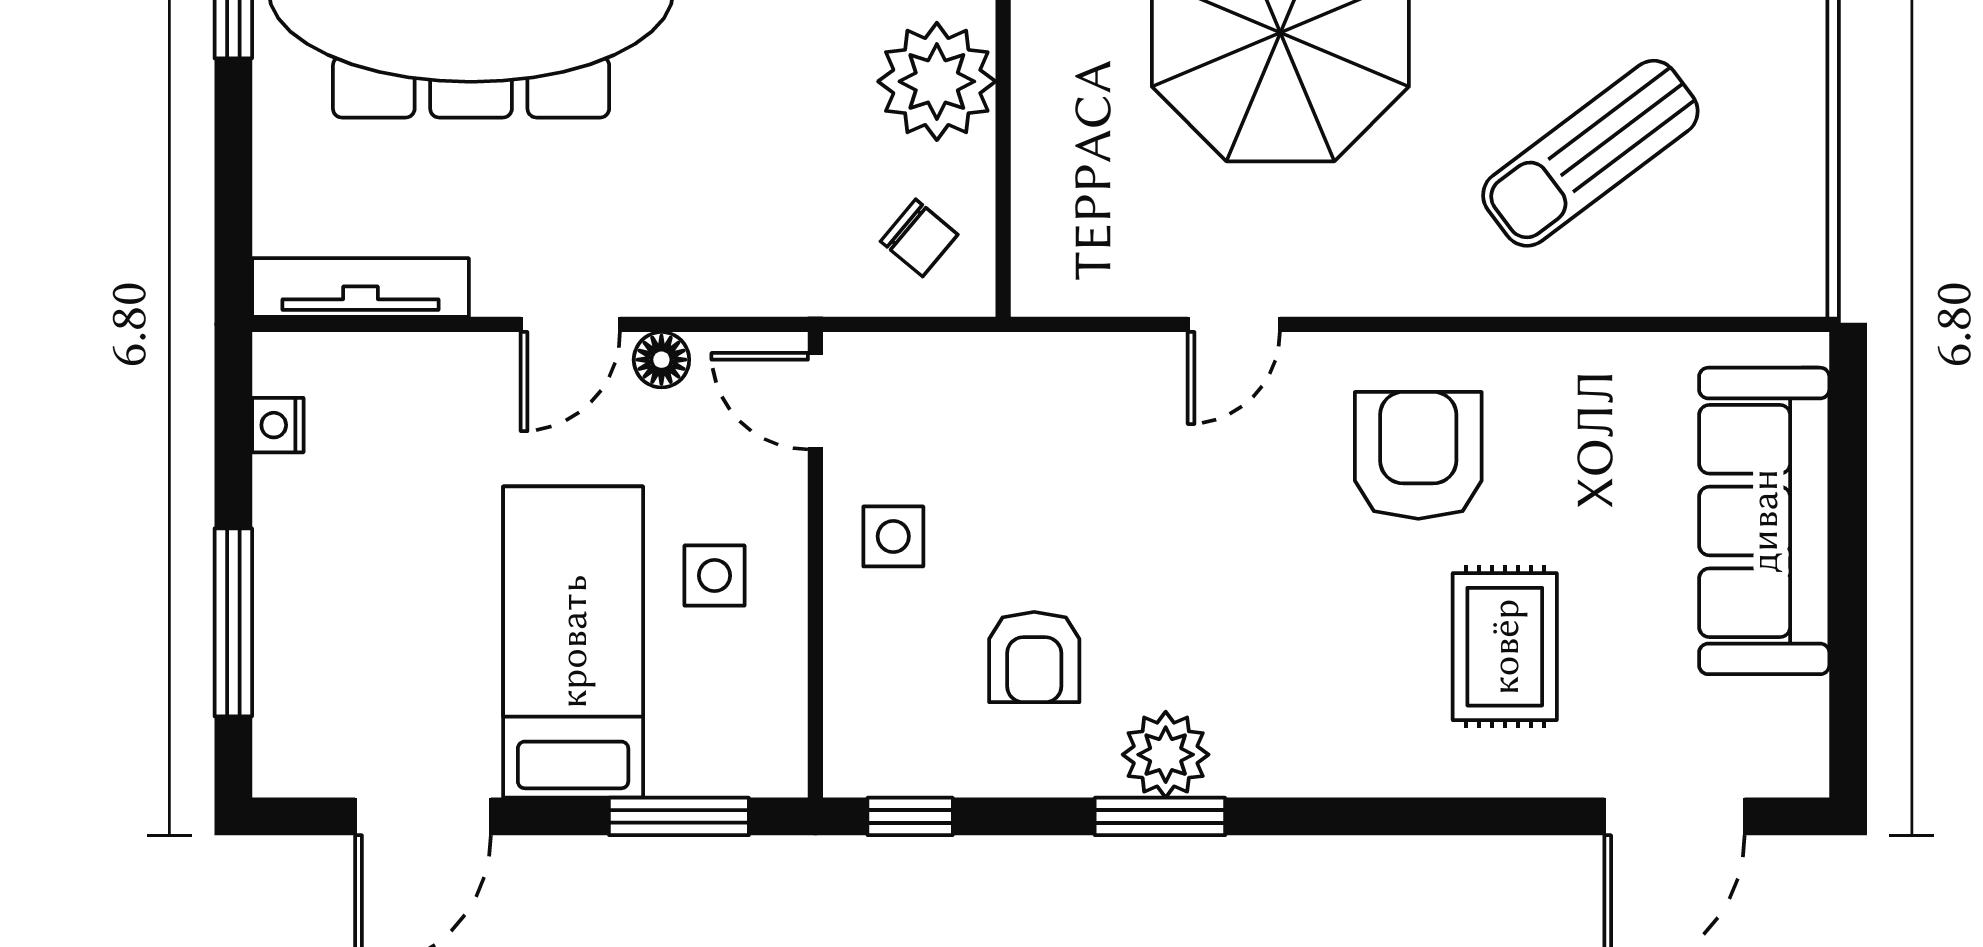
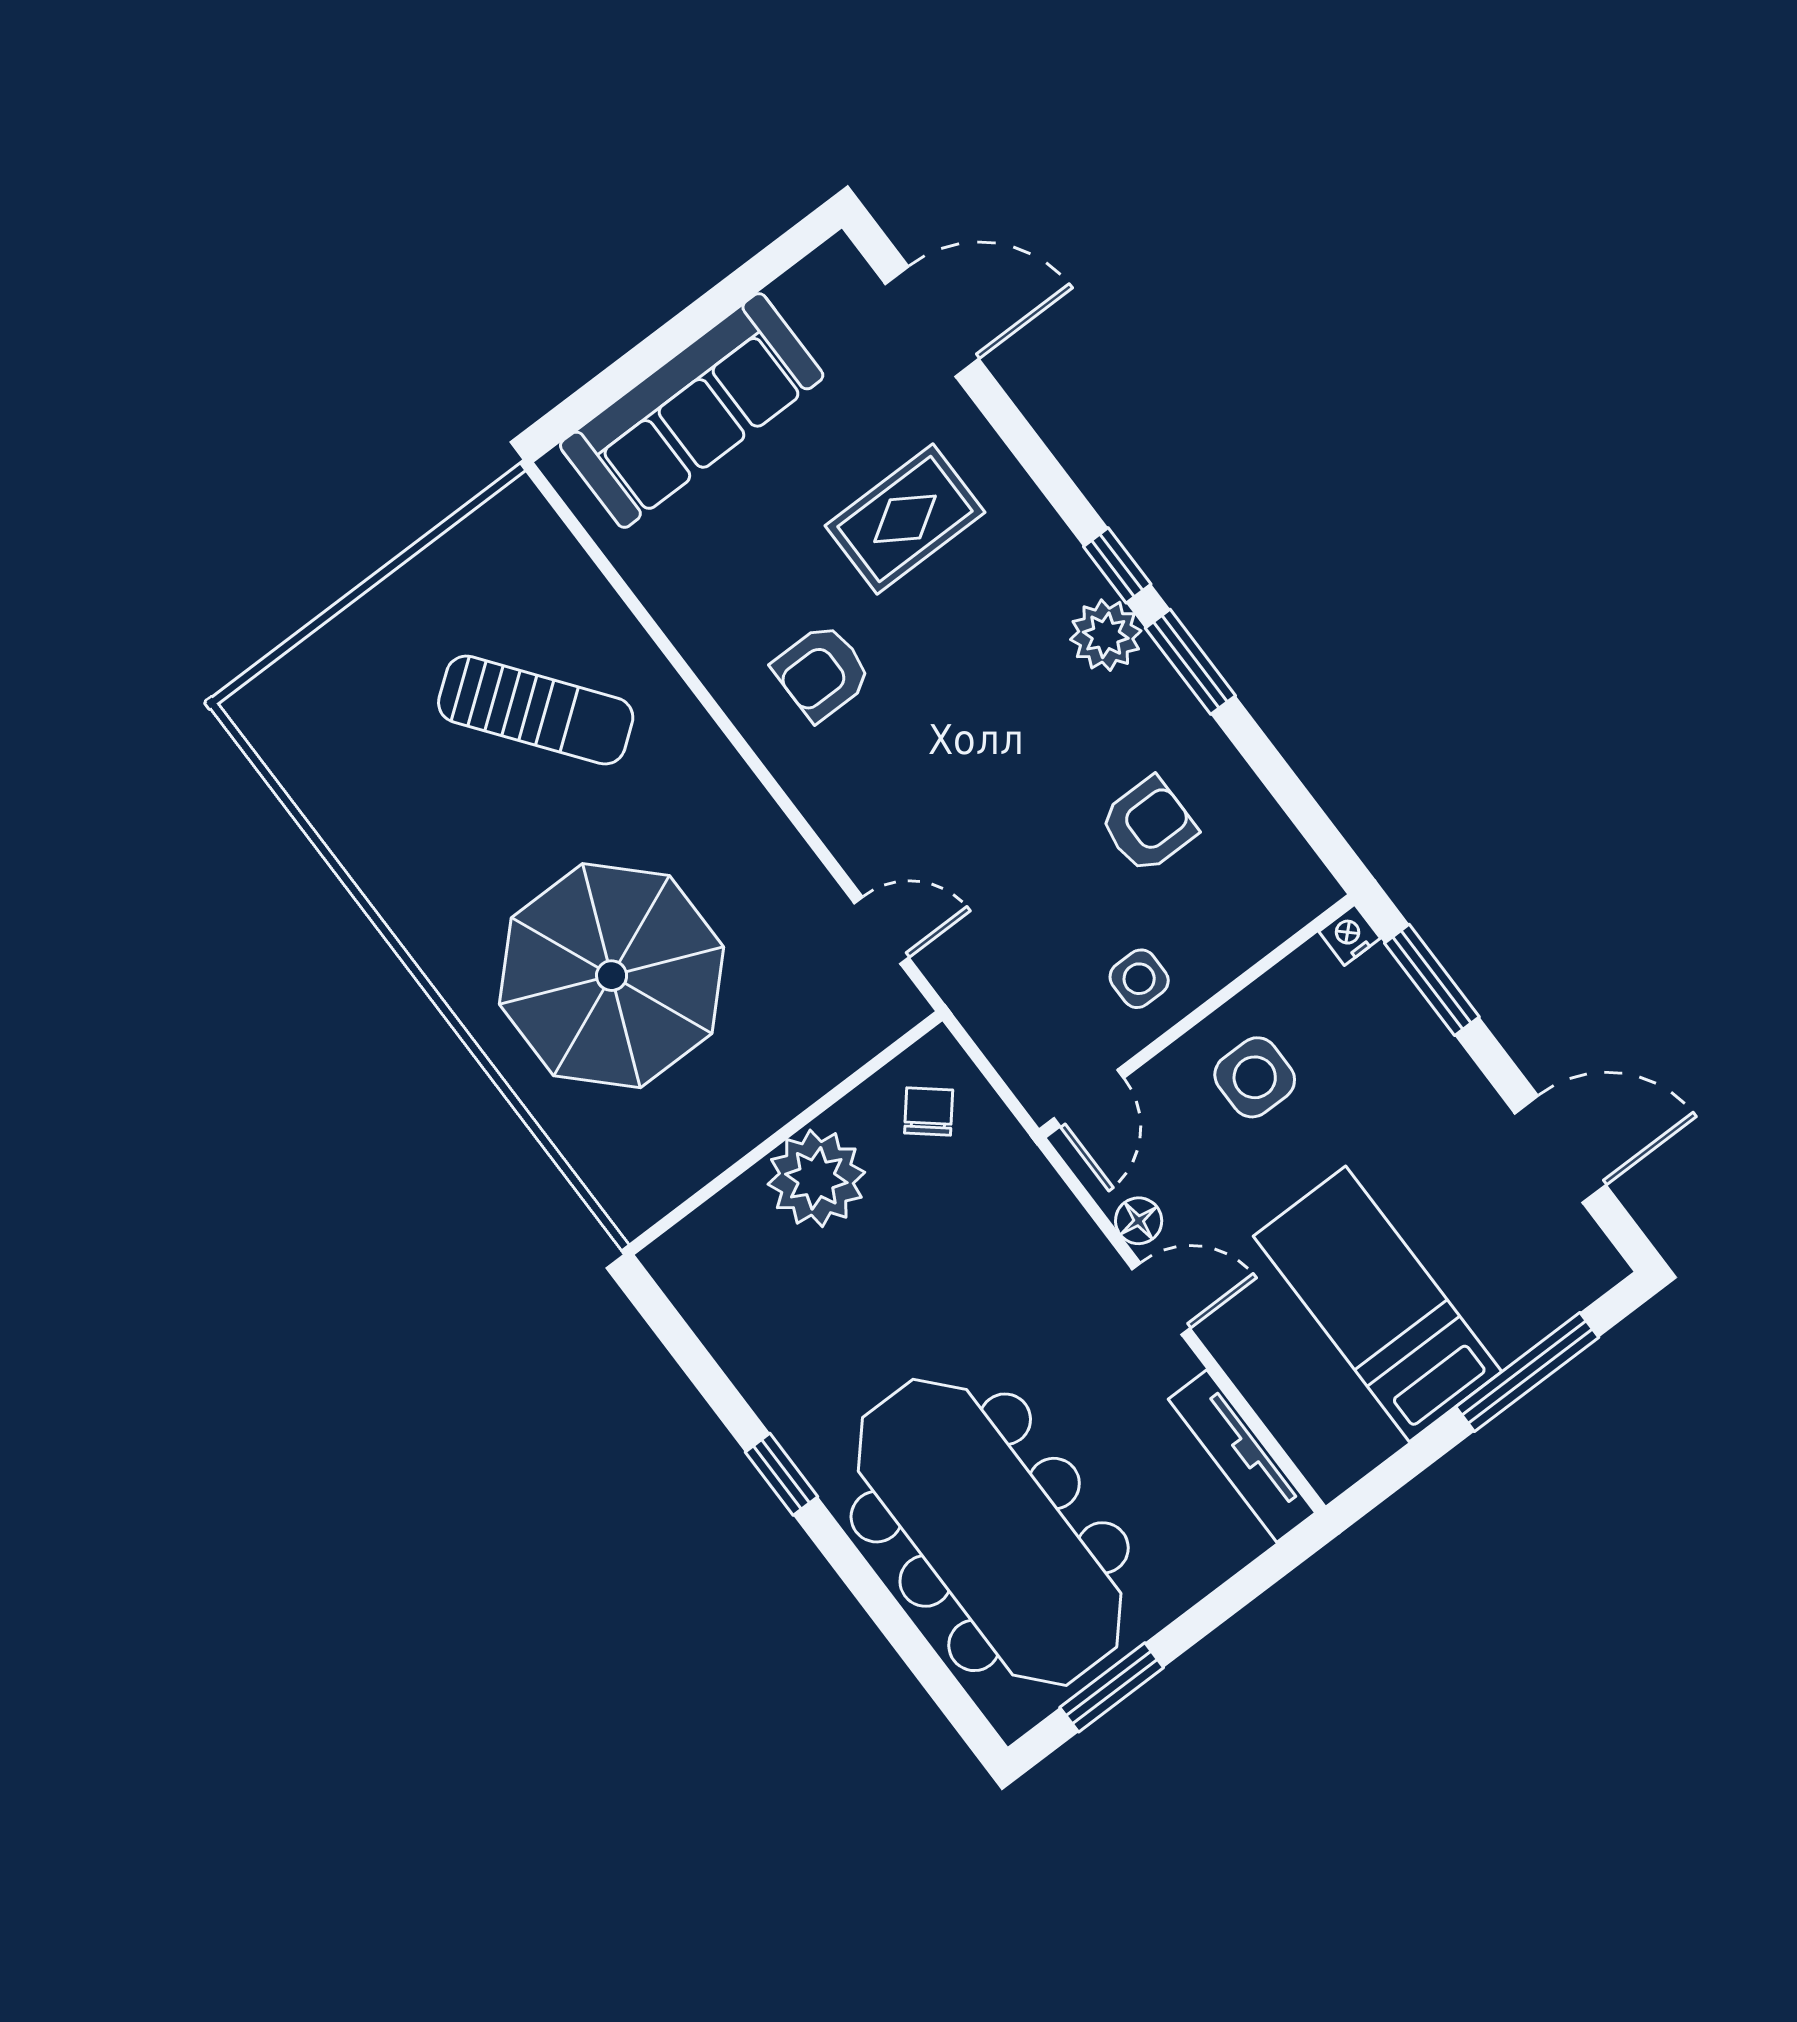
door: (1234, 324) -> (881, 930), moved
nightstand: (278, 425) -> (1350, 935), moved, turned 180
armchair: (1418, 455) -> (822, 672), width x0.72, depth x0.72
side table: (714, 576) -> (1255, 1077), width x1.37, depth x1.37
bed: (573, 642) -> (1378, 1304), moved, turned 90
plant: (1166, 755) -> (1106, 635), moved
window: (910, 816) -> (1117, 565), moved

